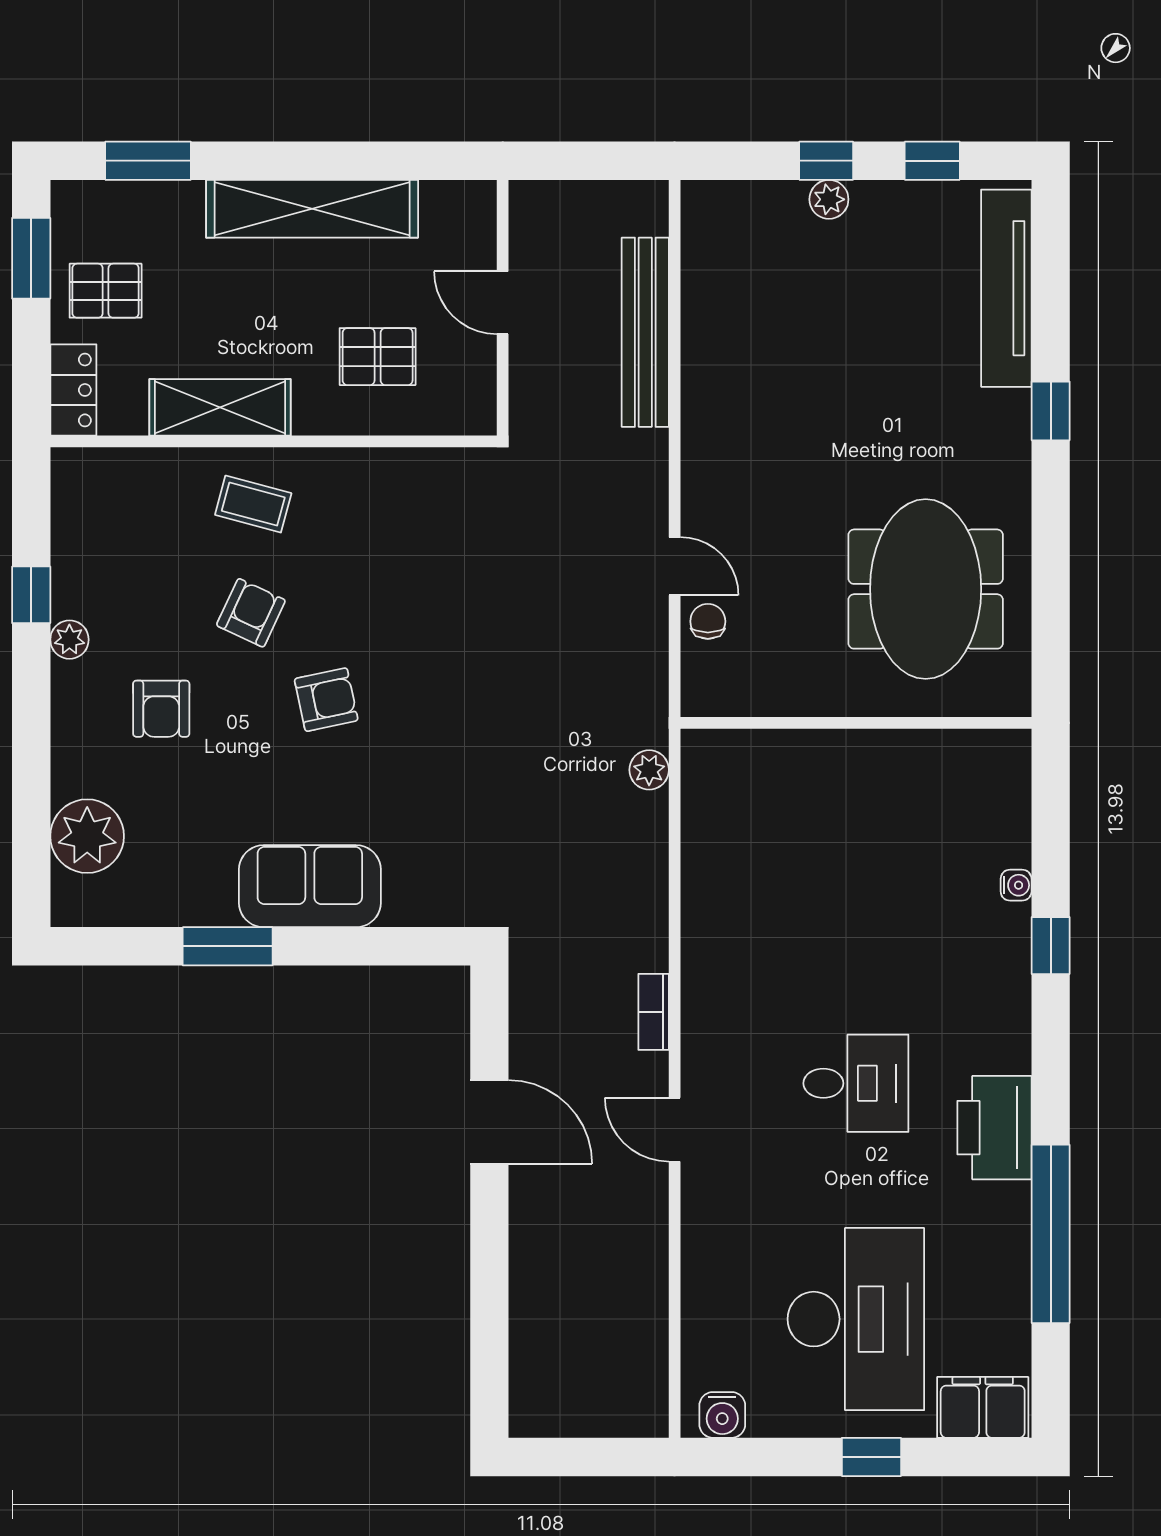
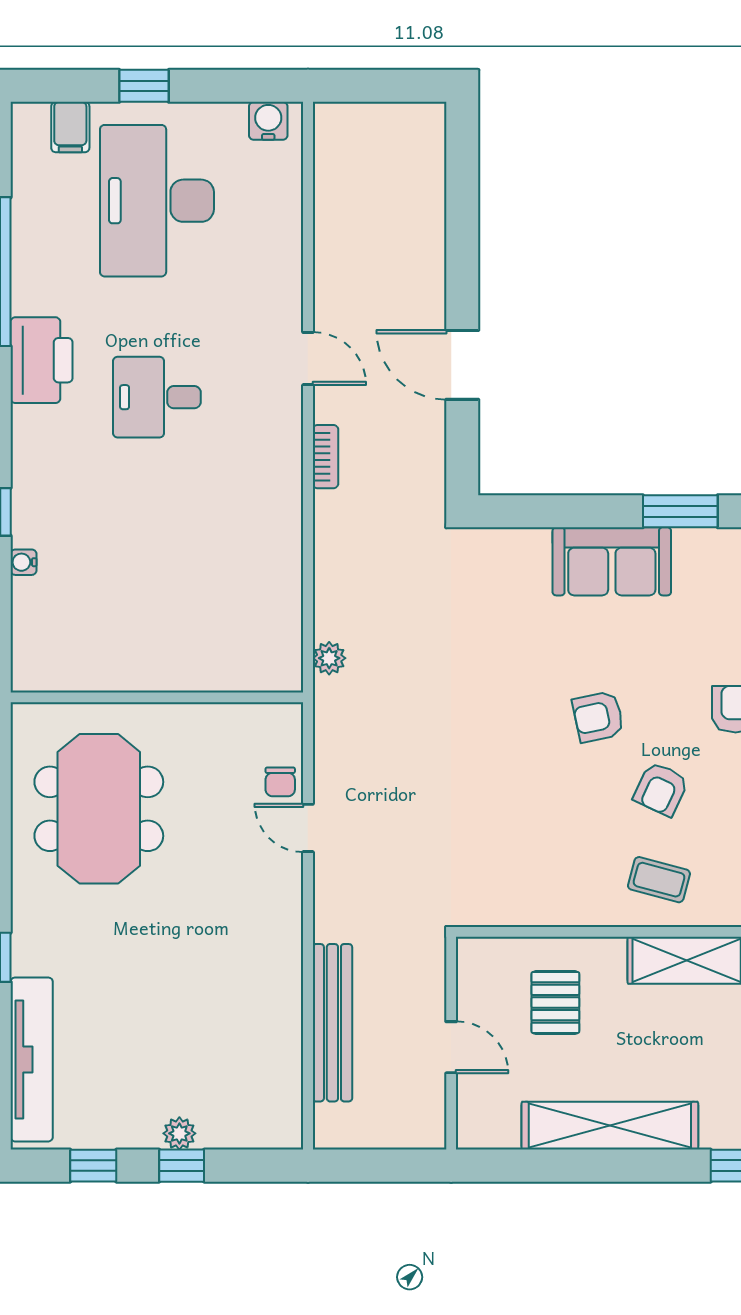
pallet: (378, 357) -> (555, 1003), turned 90
filing cabinet: (983, 1407) -> (70, 127), width x0.50

